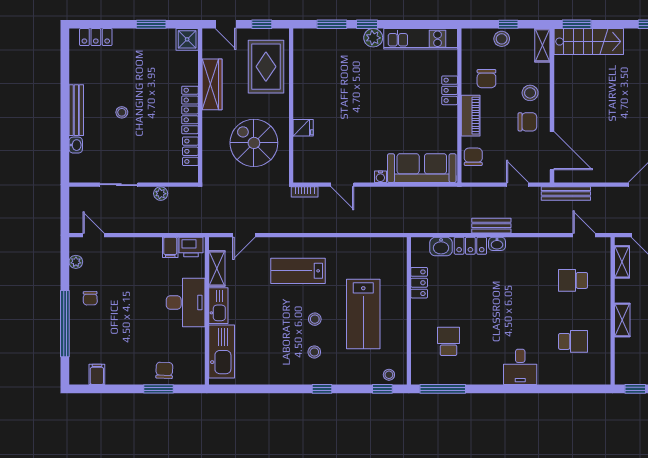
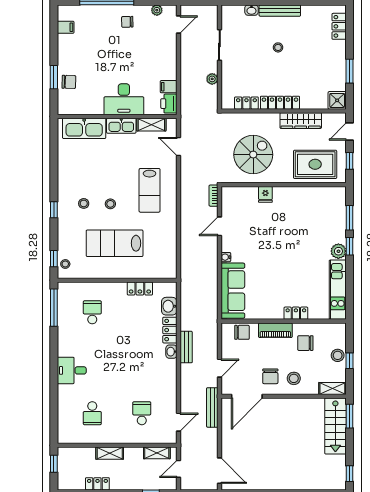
lab bench: (298, 271) -> (150, 190), turned 180
school desk: (448, 341) -> (92, 312), turned -90

